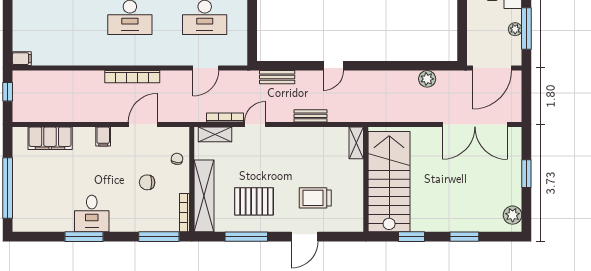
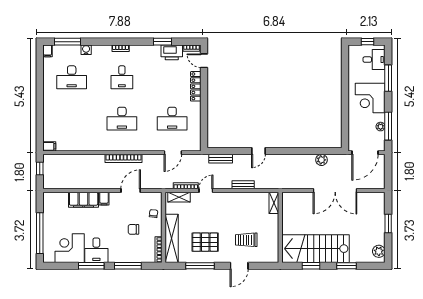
double door: (475, 125) -> (335, 191), moved
filing cabinet: (50, 138) -> (84, 200), moved
stairs: (389, 182) -> (316, 249), moved, turned -90
corner desk: (52, 210) -> (70, 248), added
window: (159, 237) -> (128, 266), moved

